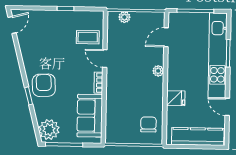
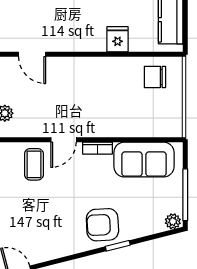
plant: (158, 71) -> (80, 65), removed
plant: (49, 130) -> (173, 221), width x0.53, depth x0.53

